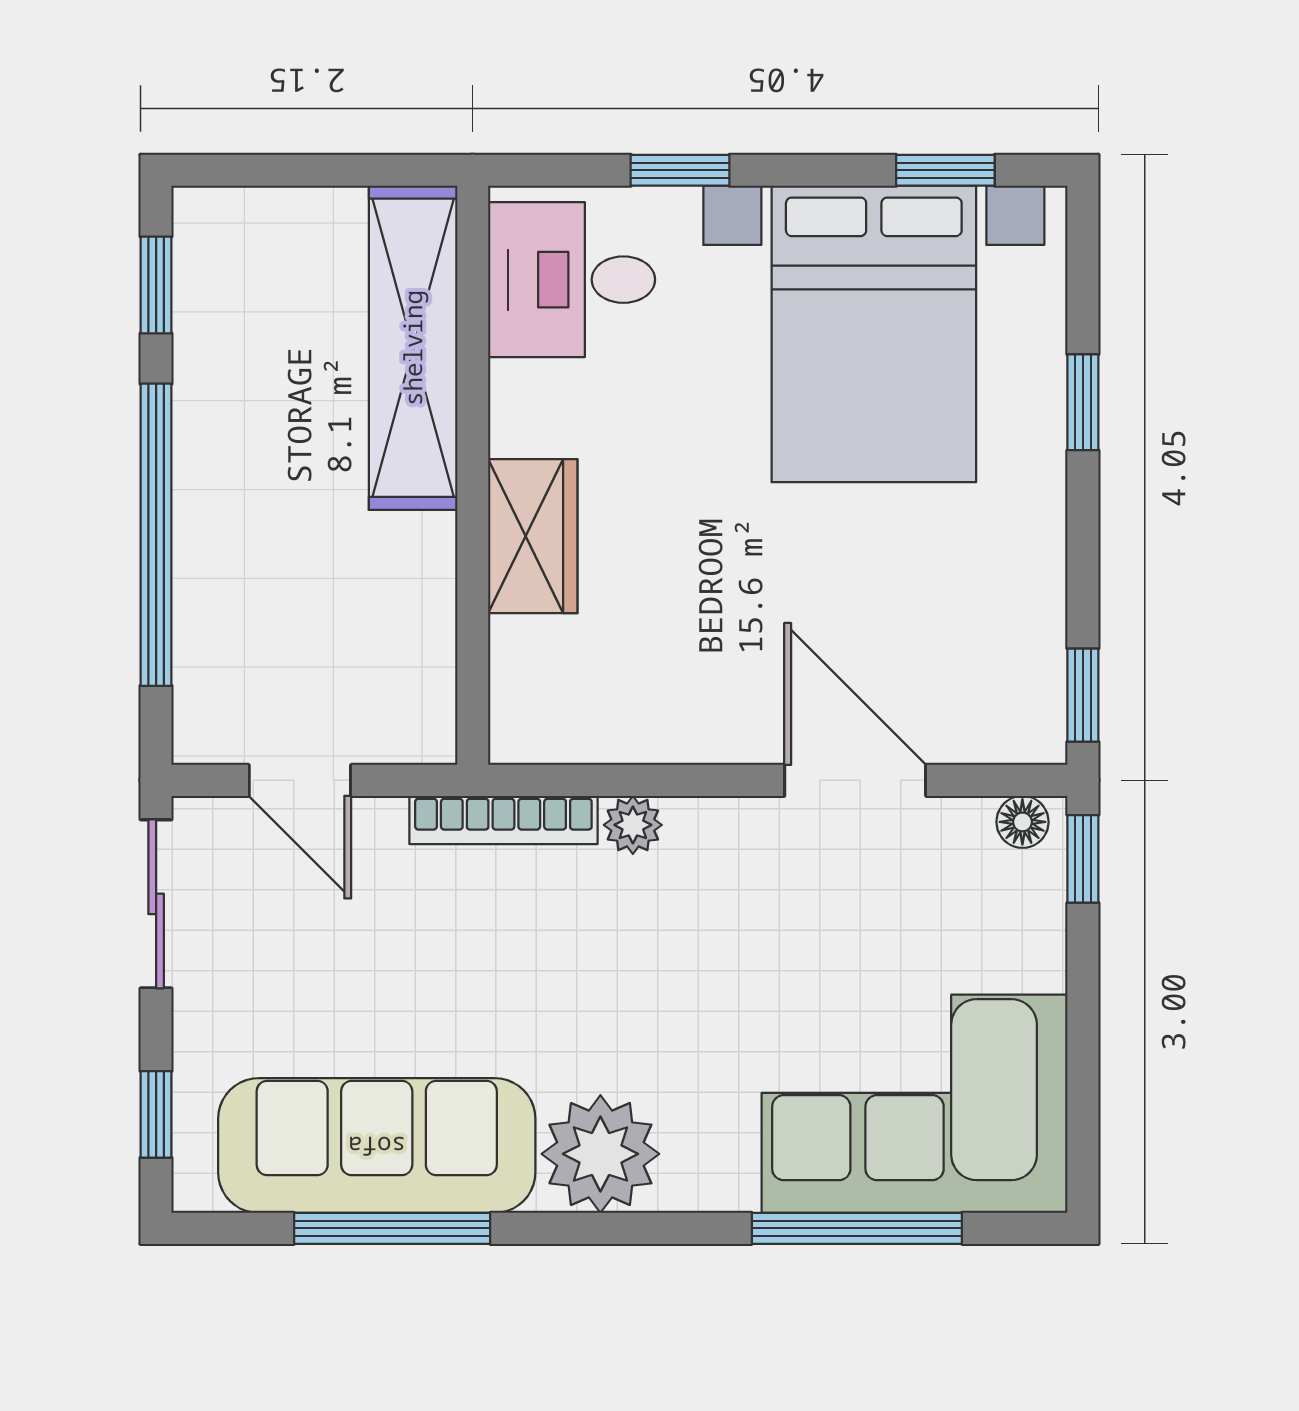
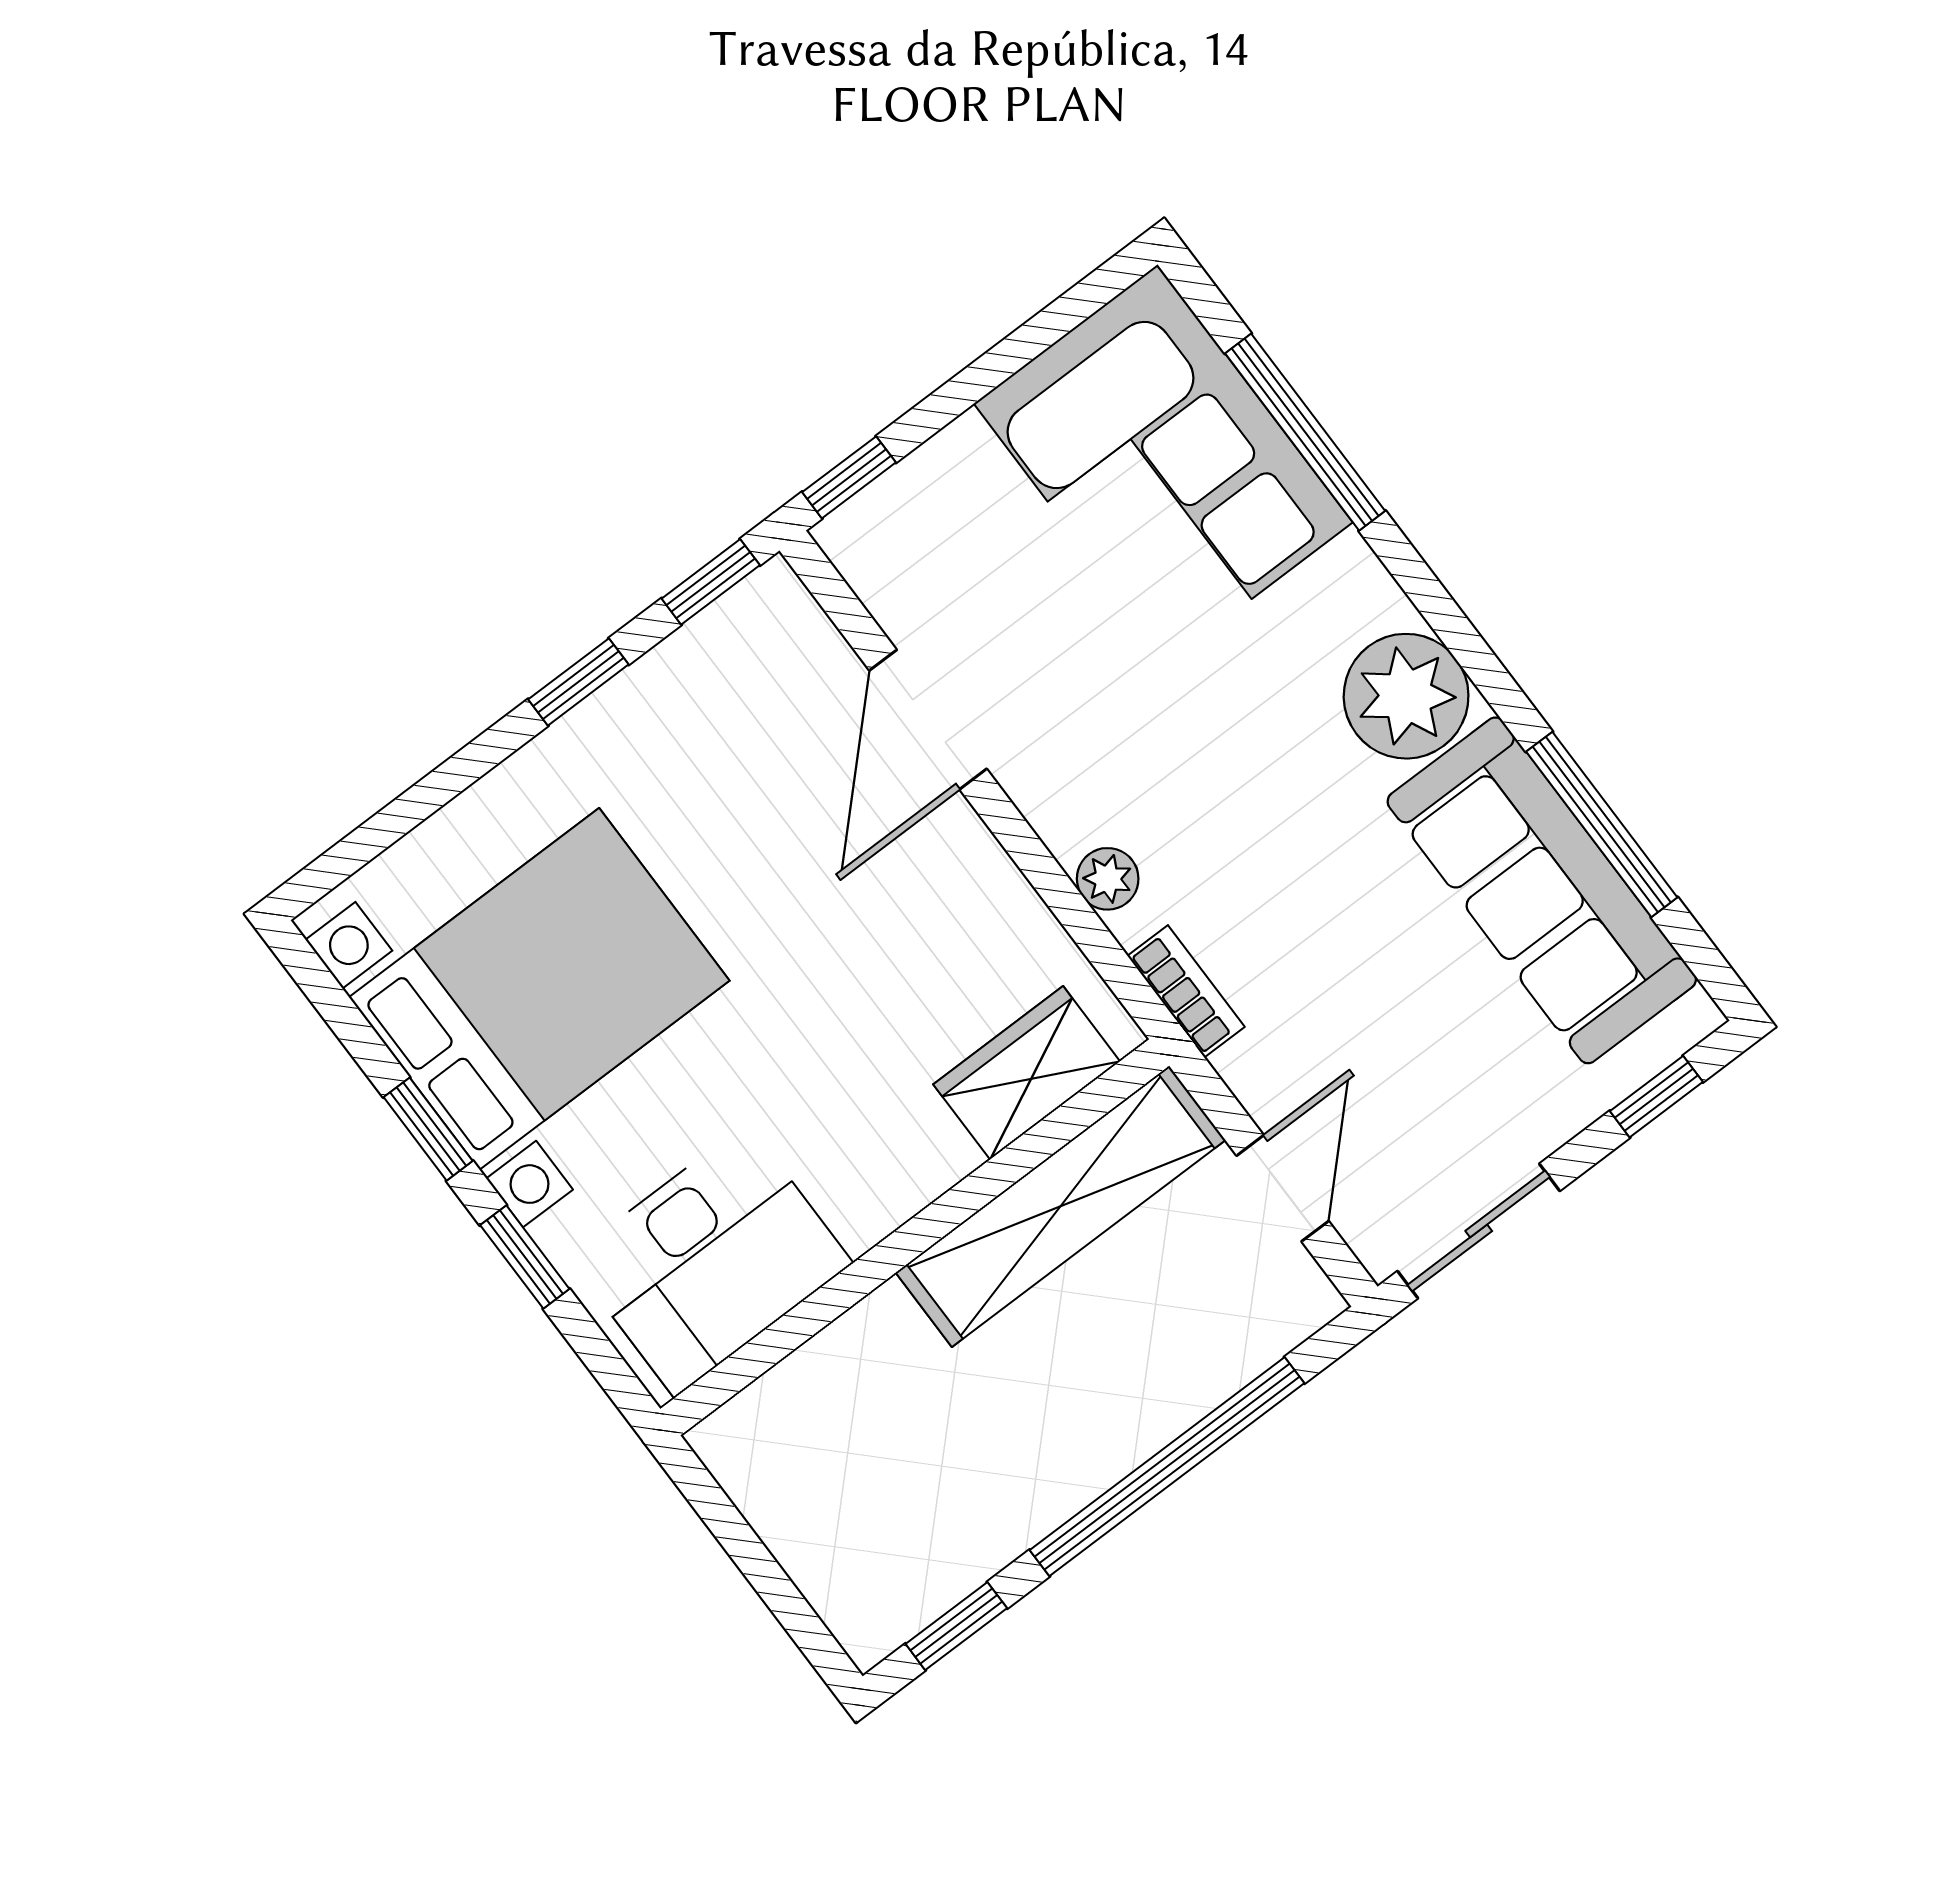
window: (945, 170) -> (428, 1129), moved
desk: (572, 280) -> (711, 1260), width x1.37
shelving: (413, 348) -> (1060, 1206), moved
window: (1083, 402) -> (578, 682), moved
wardrobe: (533, 536) -> (1027, 1073), moved
bookcase: (503, 820) -> (1186, 991), width x0.64
floor lamp: (1022, 822) -> (856, 552), removed

